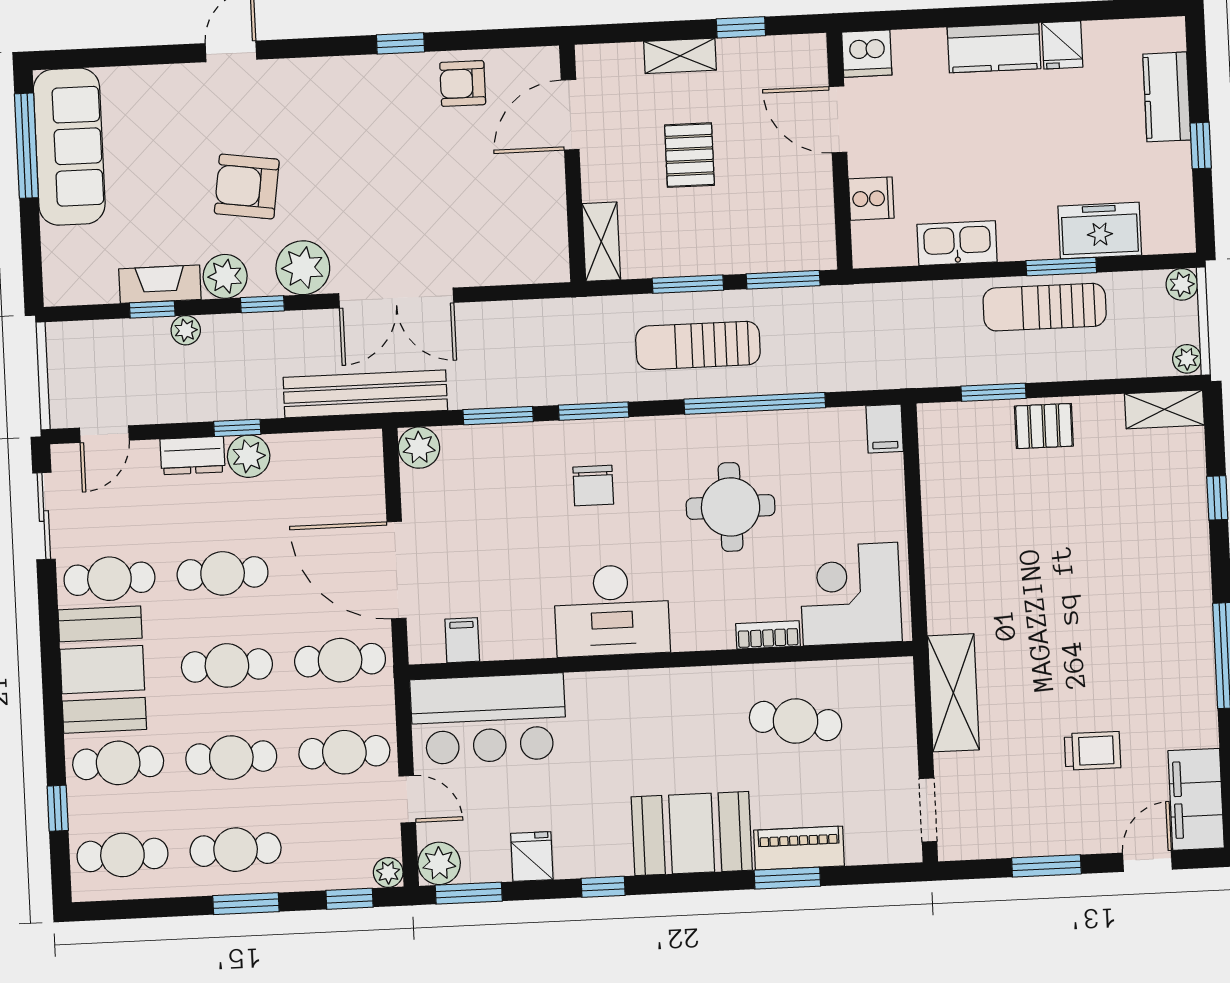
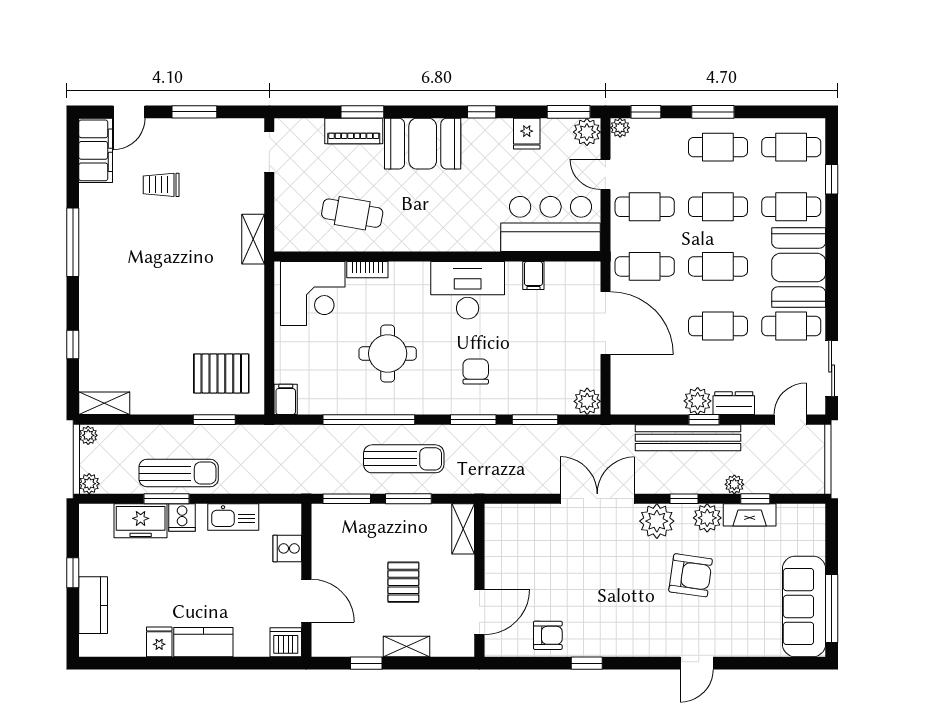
cooker: (1036, 239) -> (182, 518), added
bench: (365, 394) -> (688, 438), moved
pallet: (1044, 426) -> (221, 373), moved, width x1.50, depth x1.42
filing cabinet: (462, 640) -> (533, 276), moved
shelving: (953, 693) -> (253, 239), width x0.67, depth x0.75

